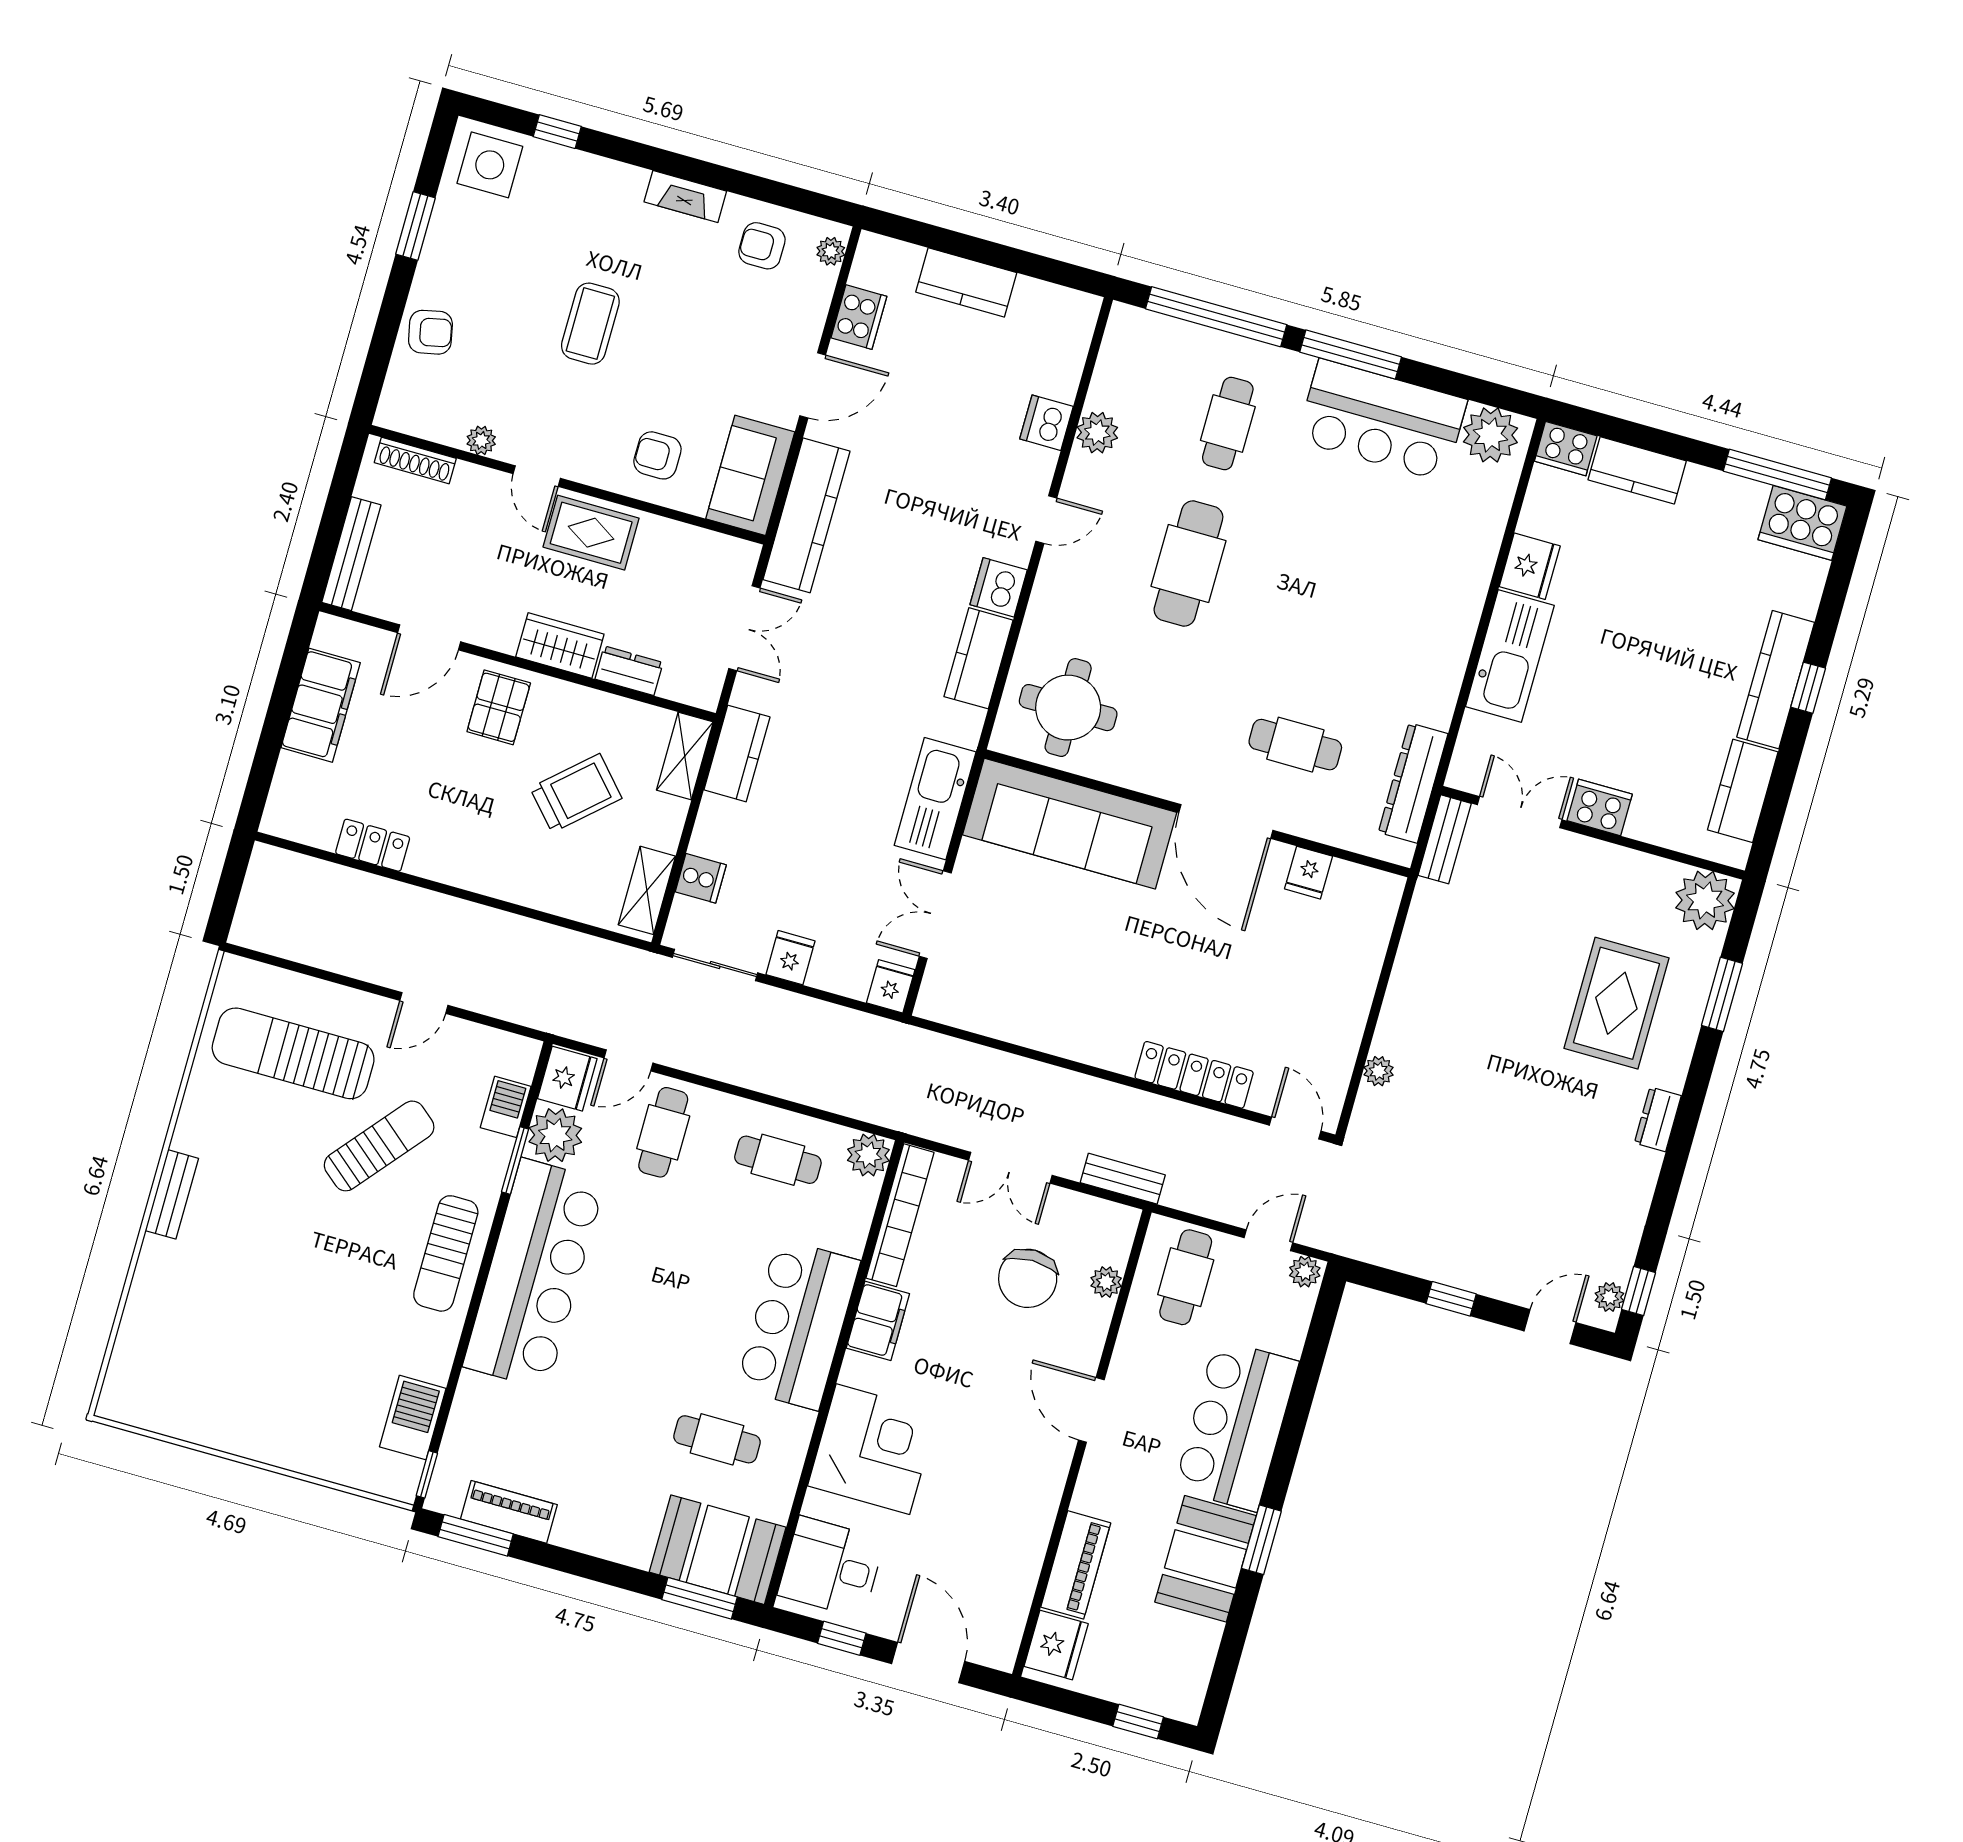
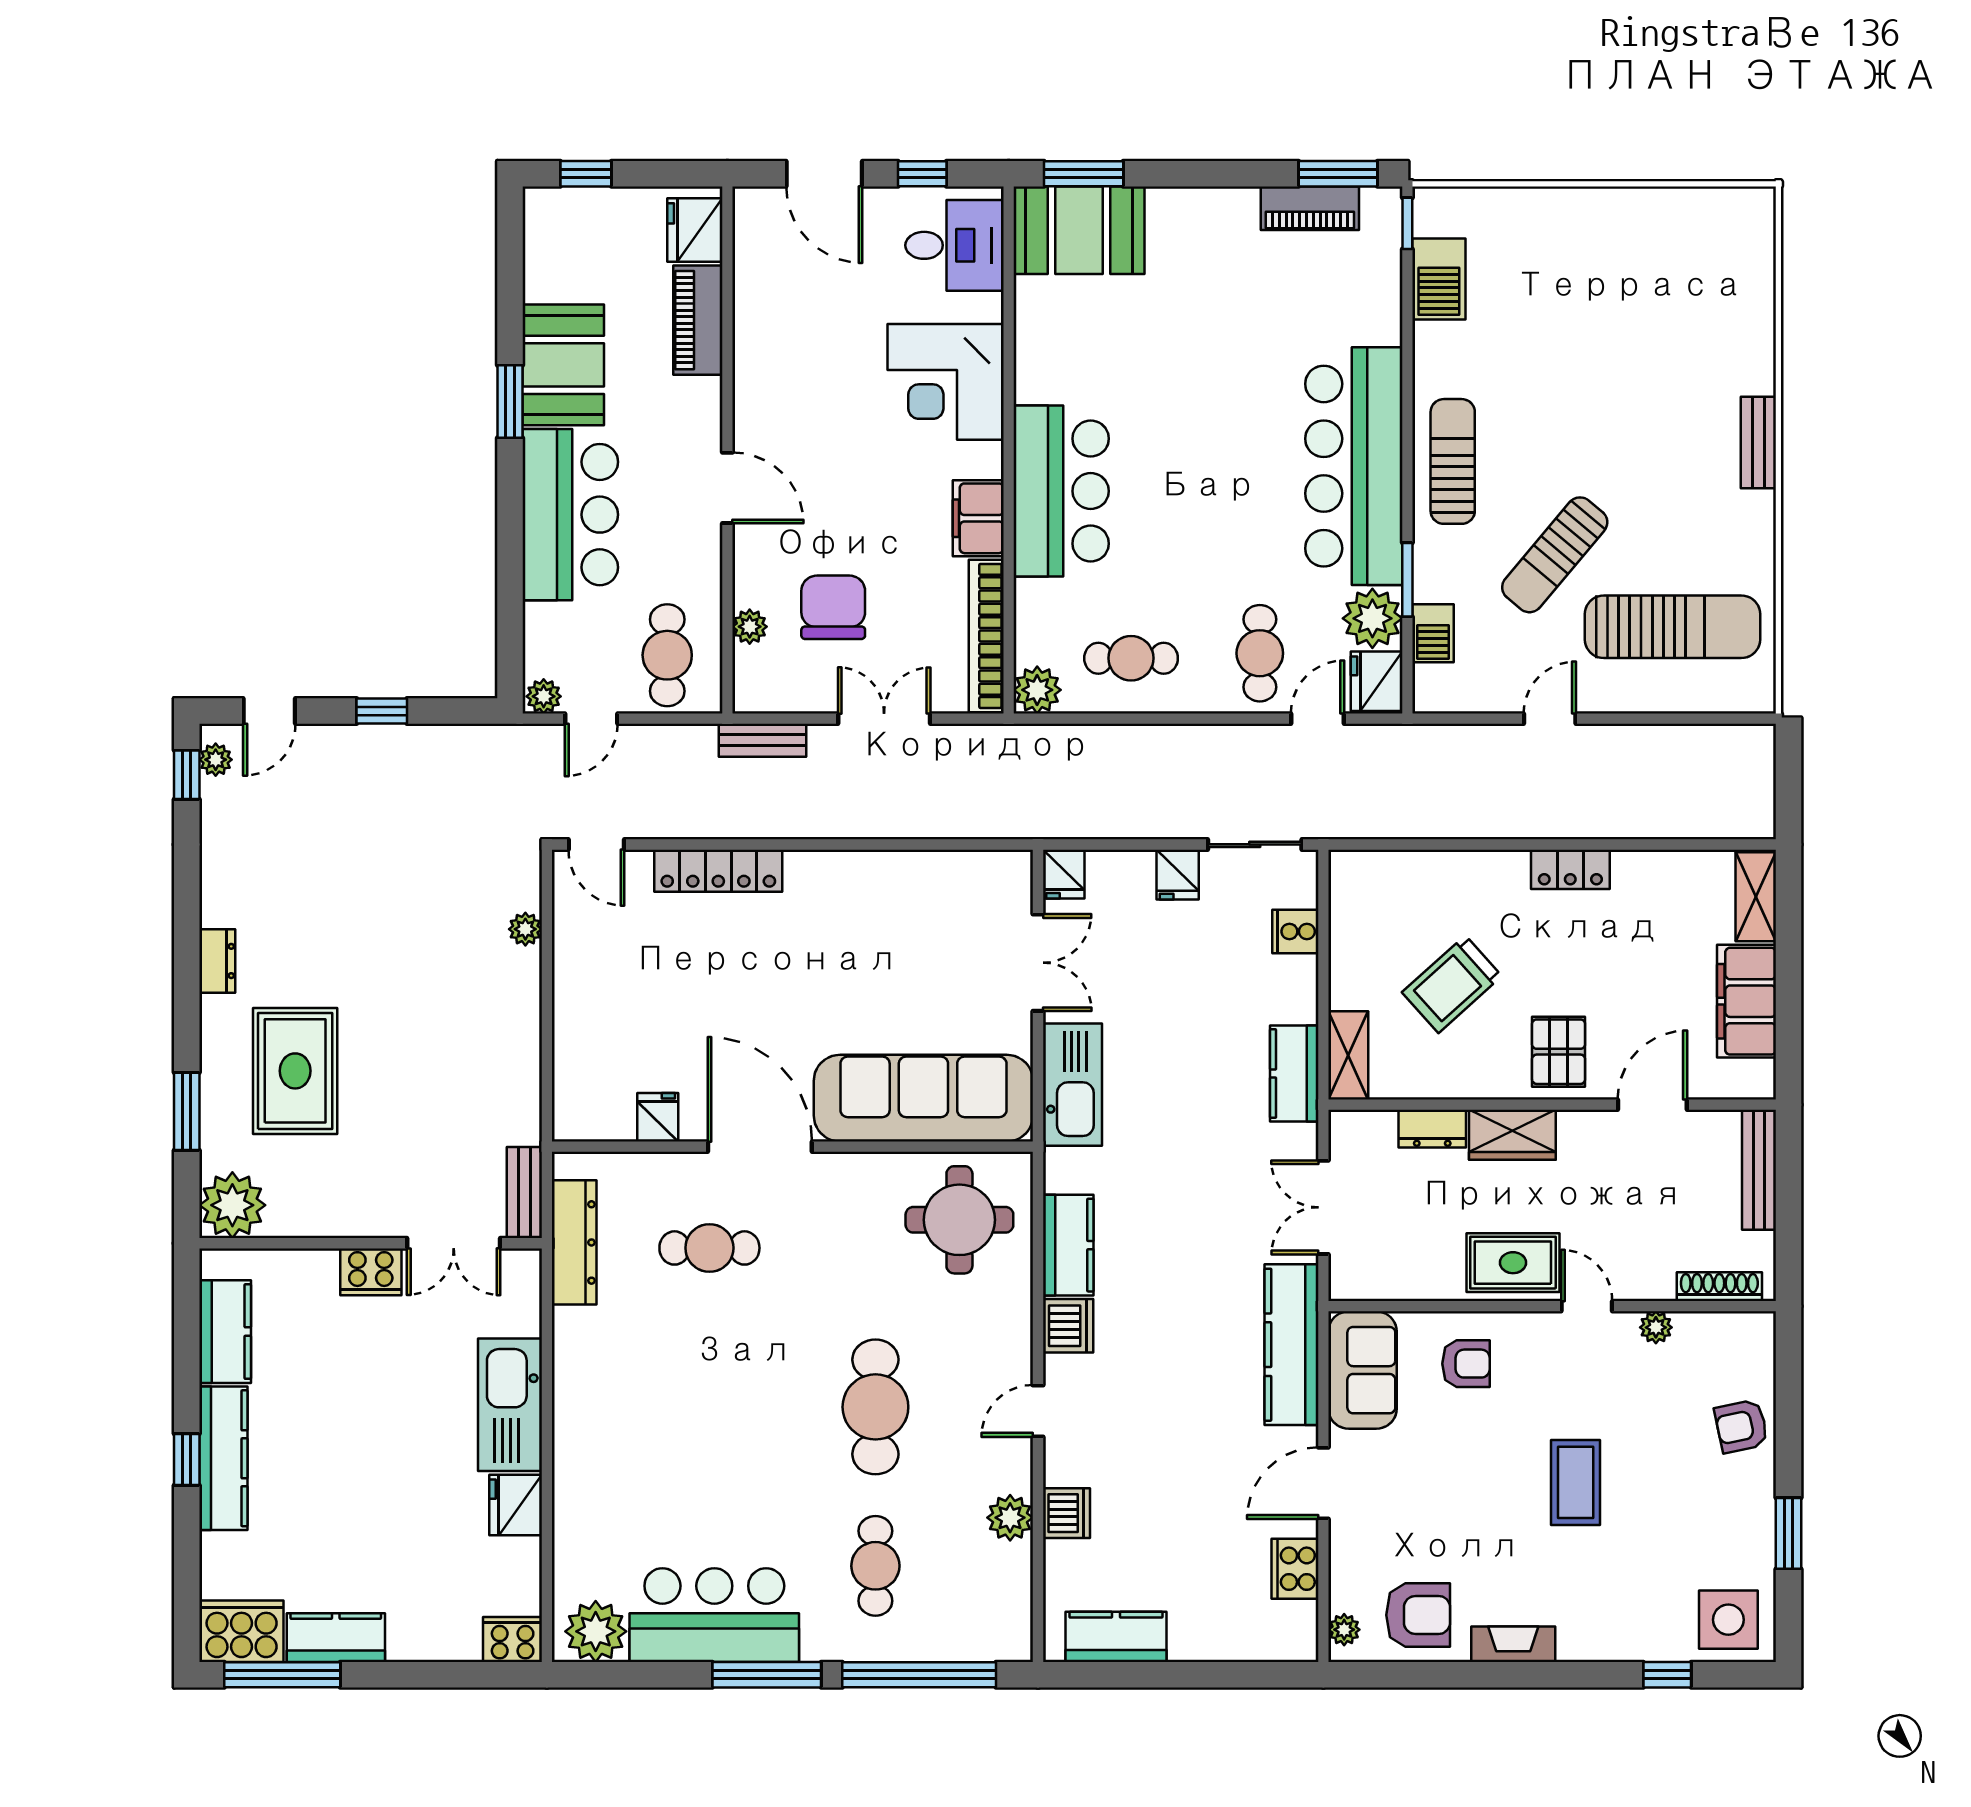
armchair: (762, 246) -> (1418, 1615), width x1.38, depth x1.38
kitchen counter: (966, 282) -> (1116, 1637), moved
kitchen counter: (1637, 470) -> (336, 1638), moved
locker: (373, 845) -> (1570, 869), moved
shelving: (647, 890) -> (1756, 897), moved
cafe table: (717, 1439) -> (1112, 346), removed

